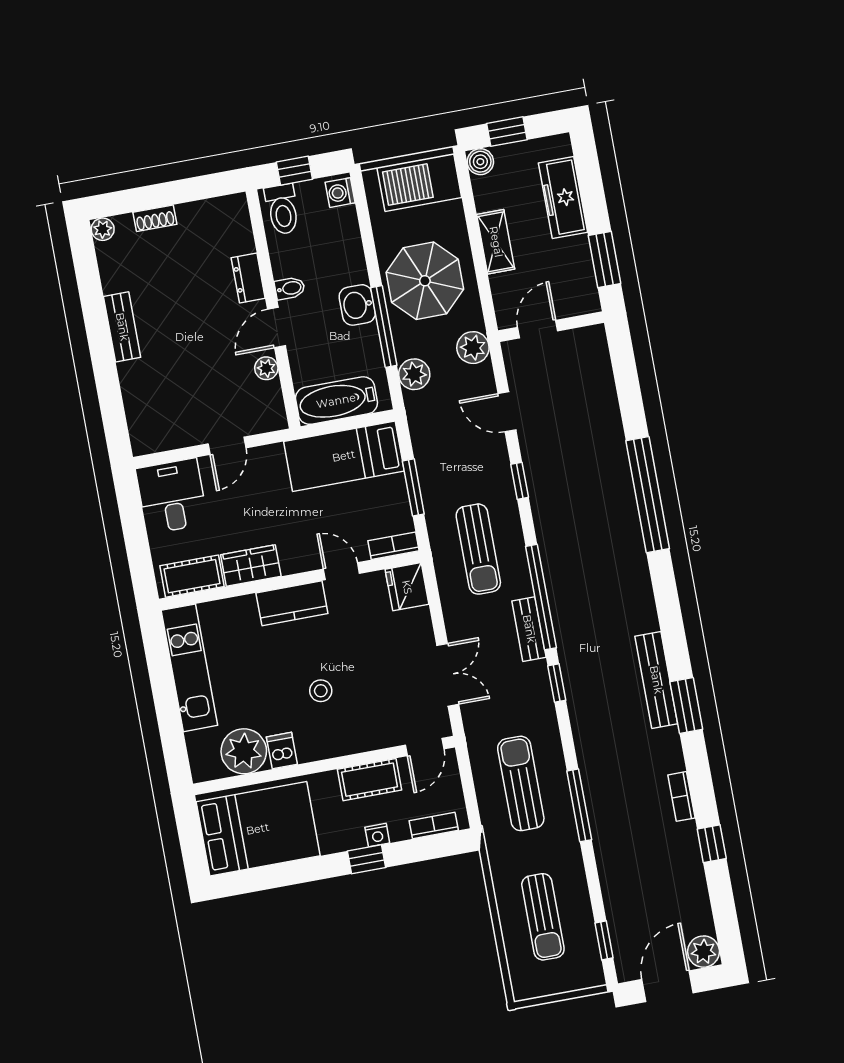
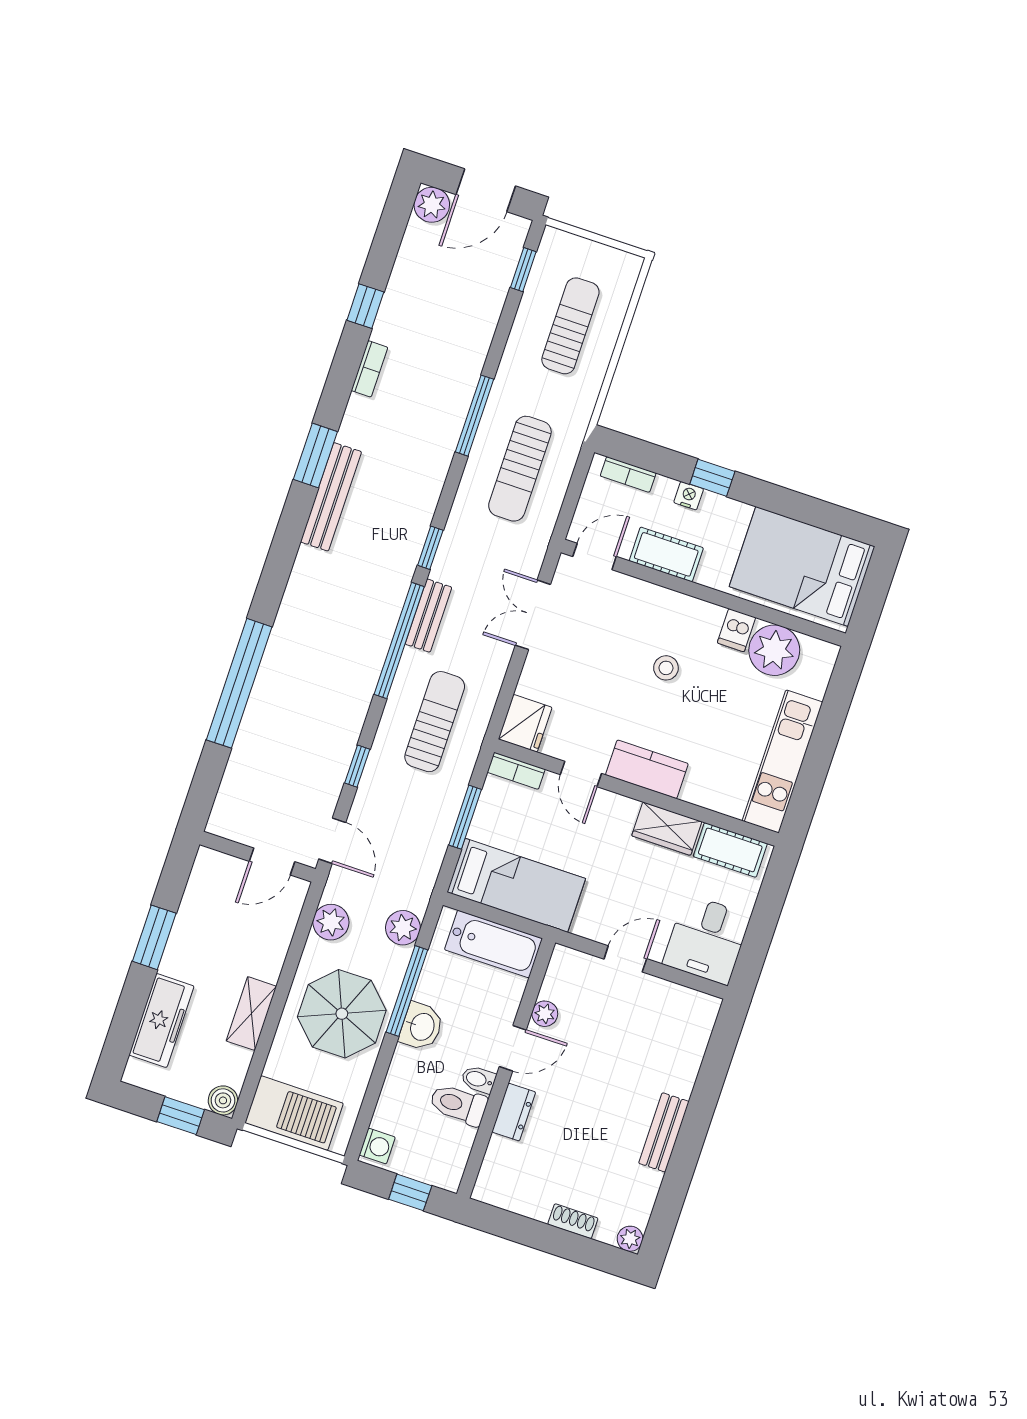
toilet: (282, 209) -> (458, 1104), moved, turned -90
wall: (551, 327) -> (257, 857), moved
door: (538, 329) -> (272, 862), moved

